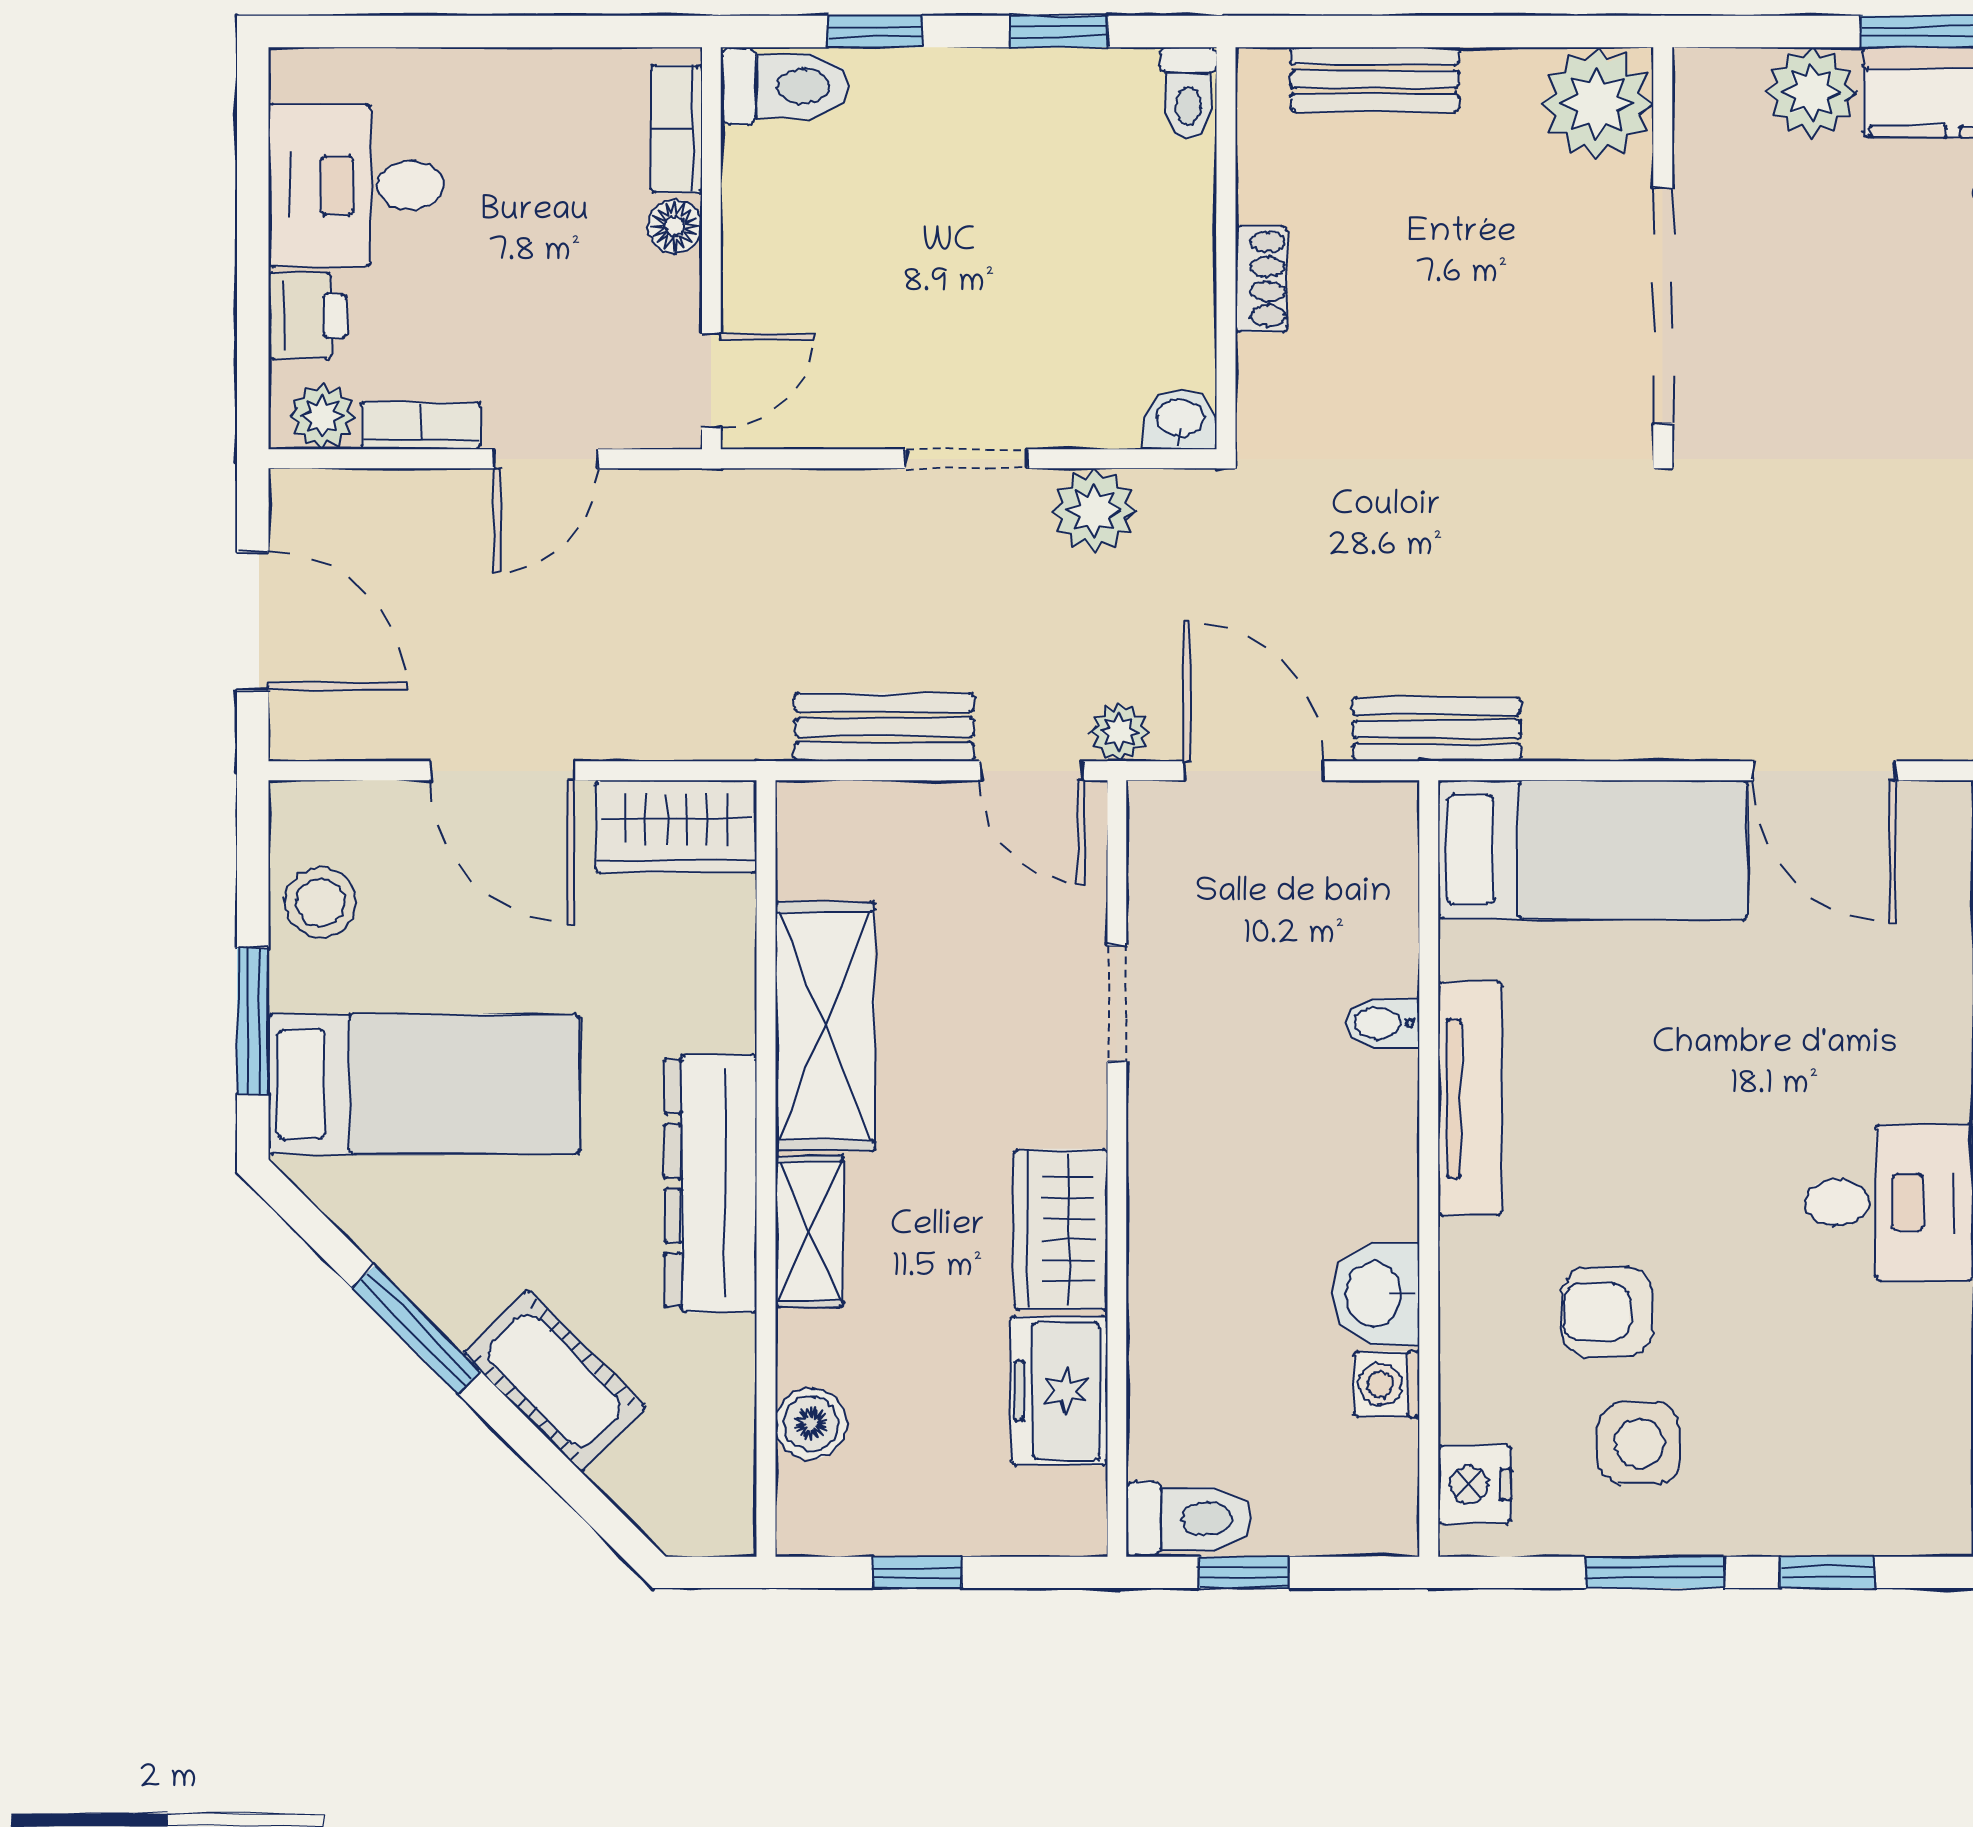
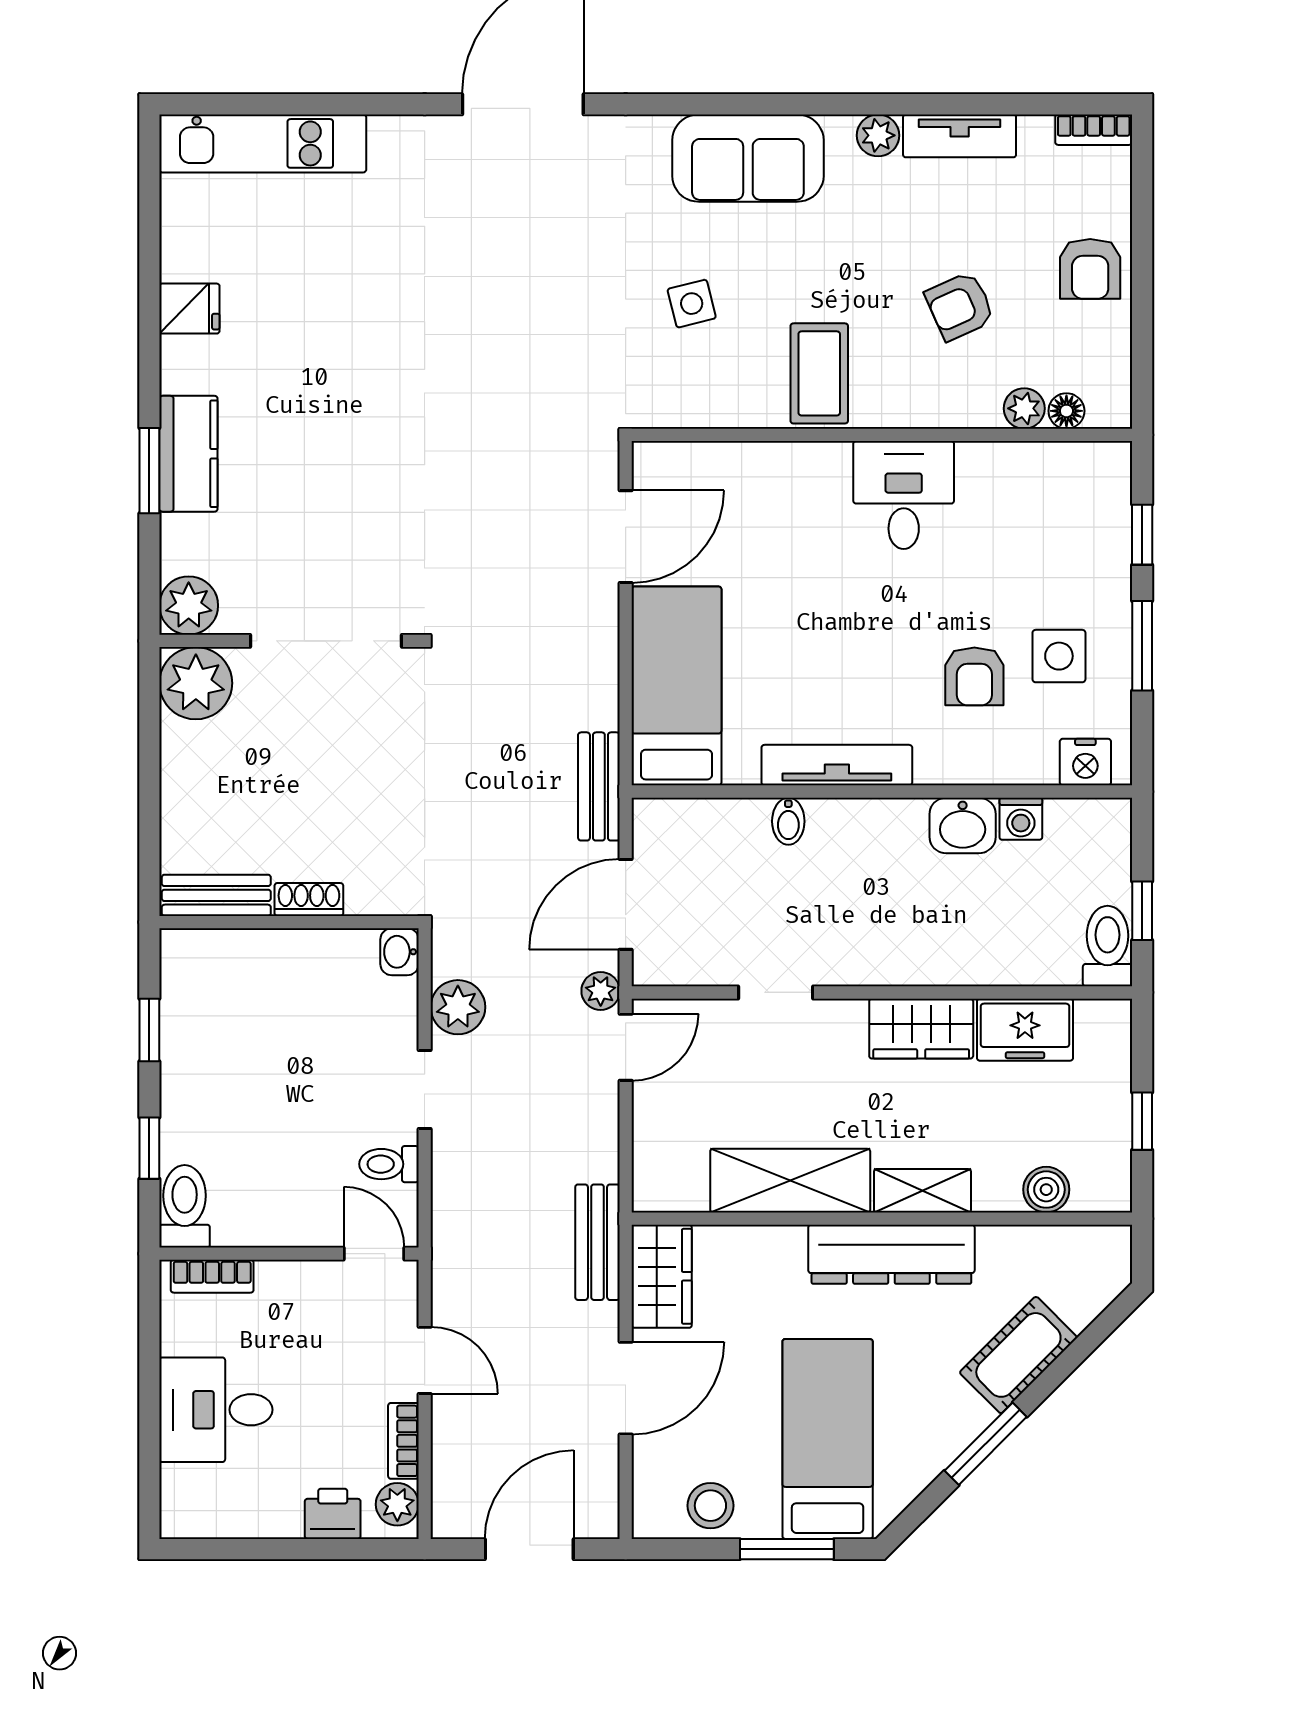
bench: (1375, 79) -> (216, 895), moved, turned 90
plant: (1811, 92) -> (189, 606), moved
toilet: (1188, 93) -> (389, 1164), moved, turned 180
desk: (356, 185) -> (216, 1410), moved, turned 90
floor lamp: (675, 226) -> (275, 1277), removed
bench: (884, 727) -> (598, 1242), moved

